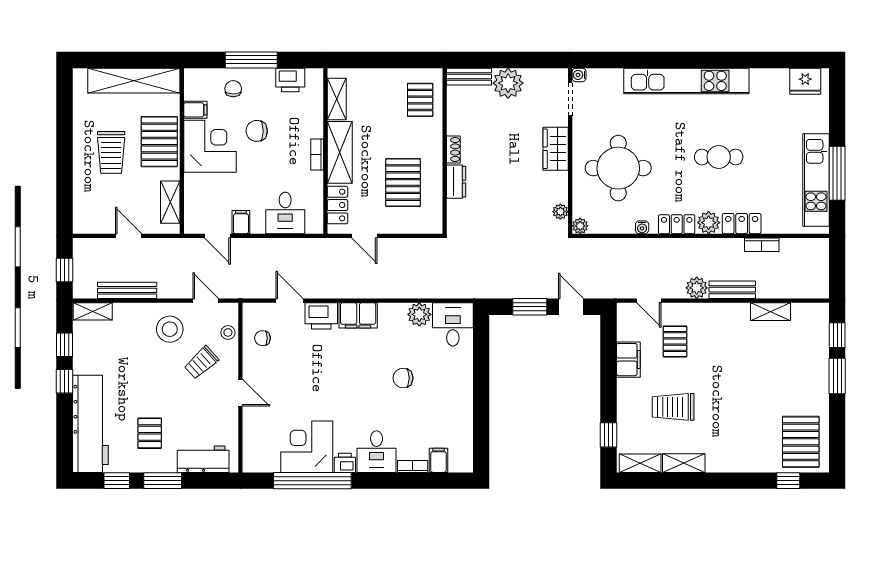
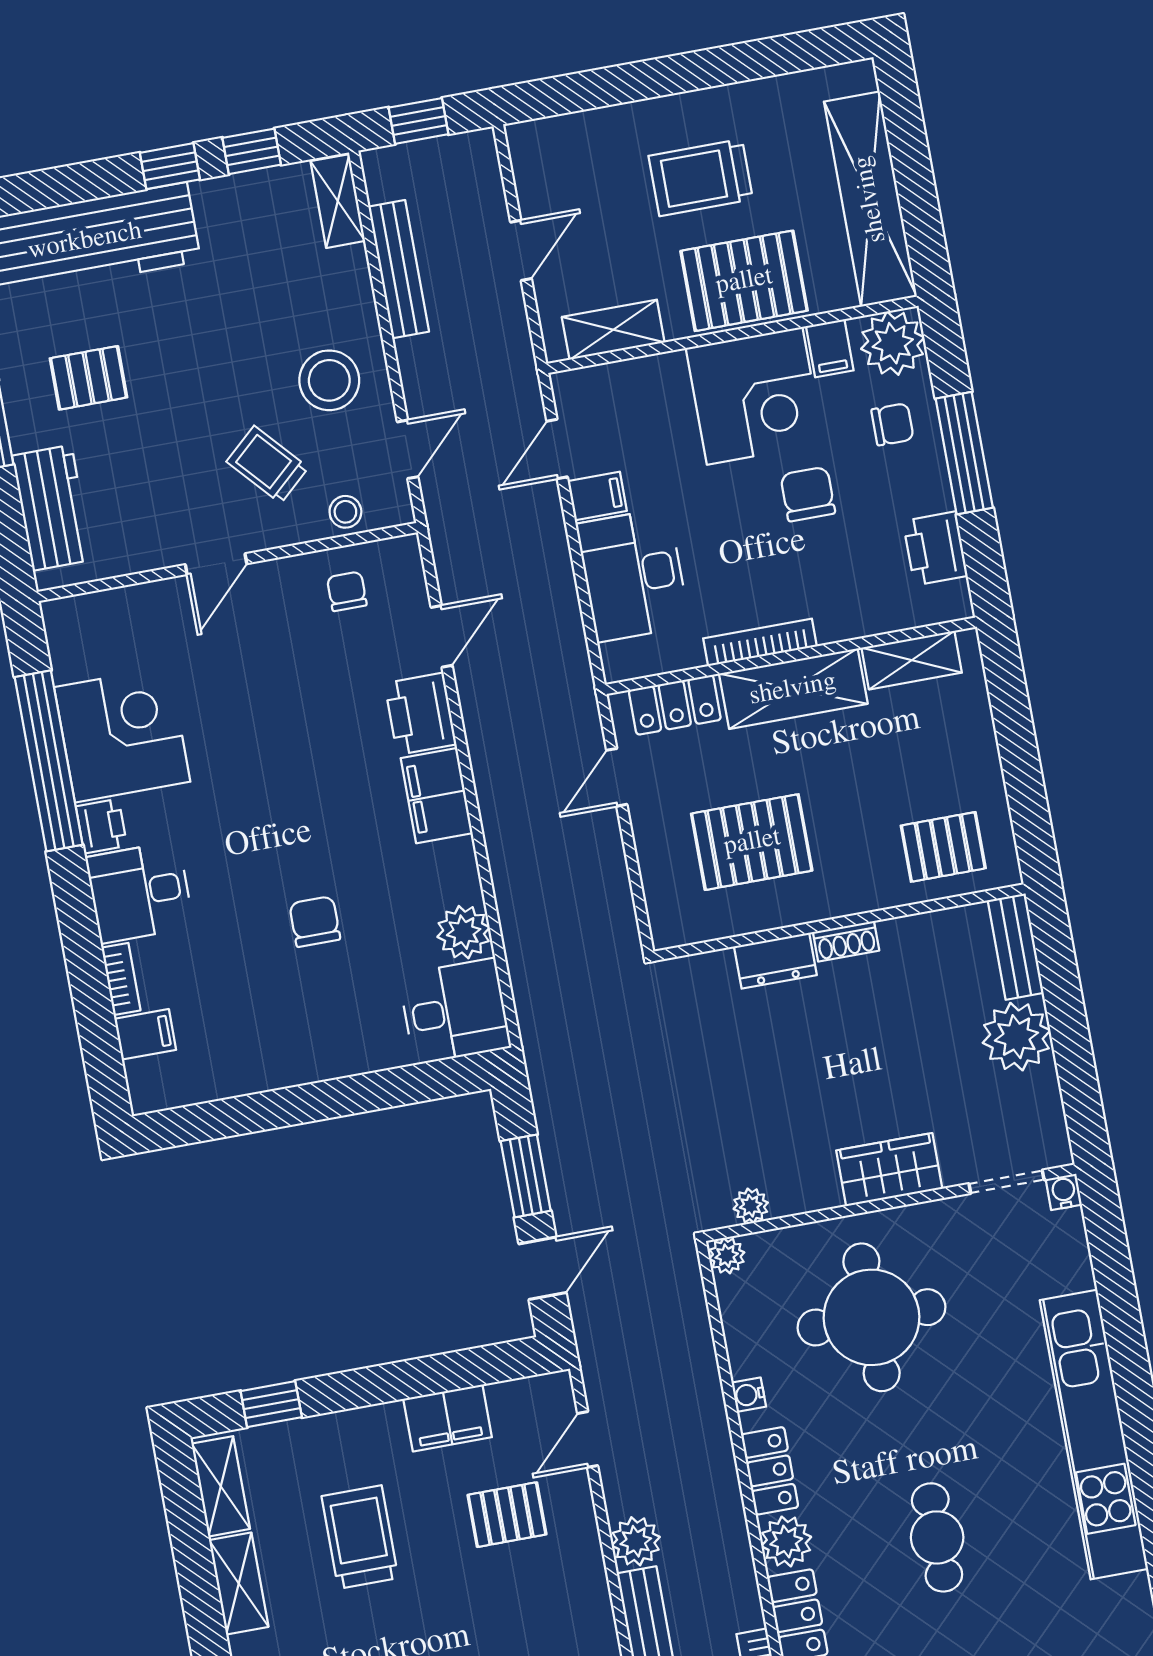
plant: (198, 82) -> (893, 343), added
bookcase: (317, 154) -> (760, 642), width x1.56
desk: (285, 213) -> (633, 575), width x1.37

